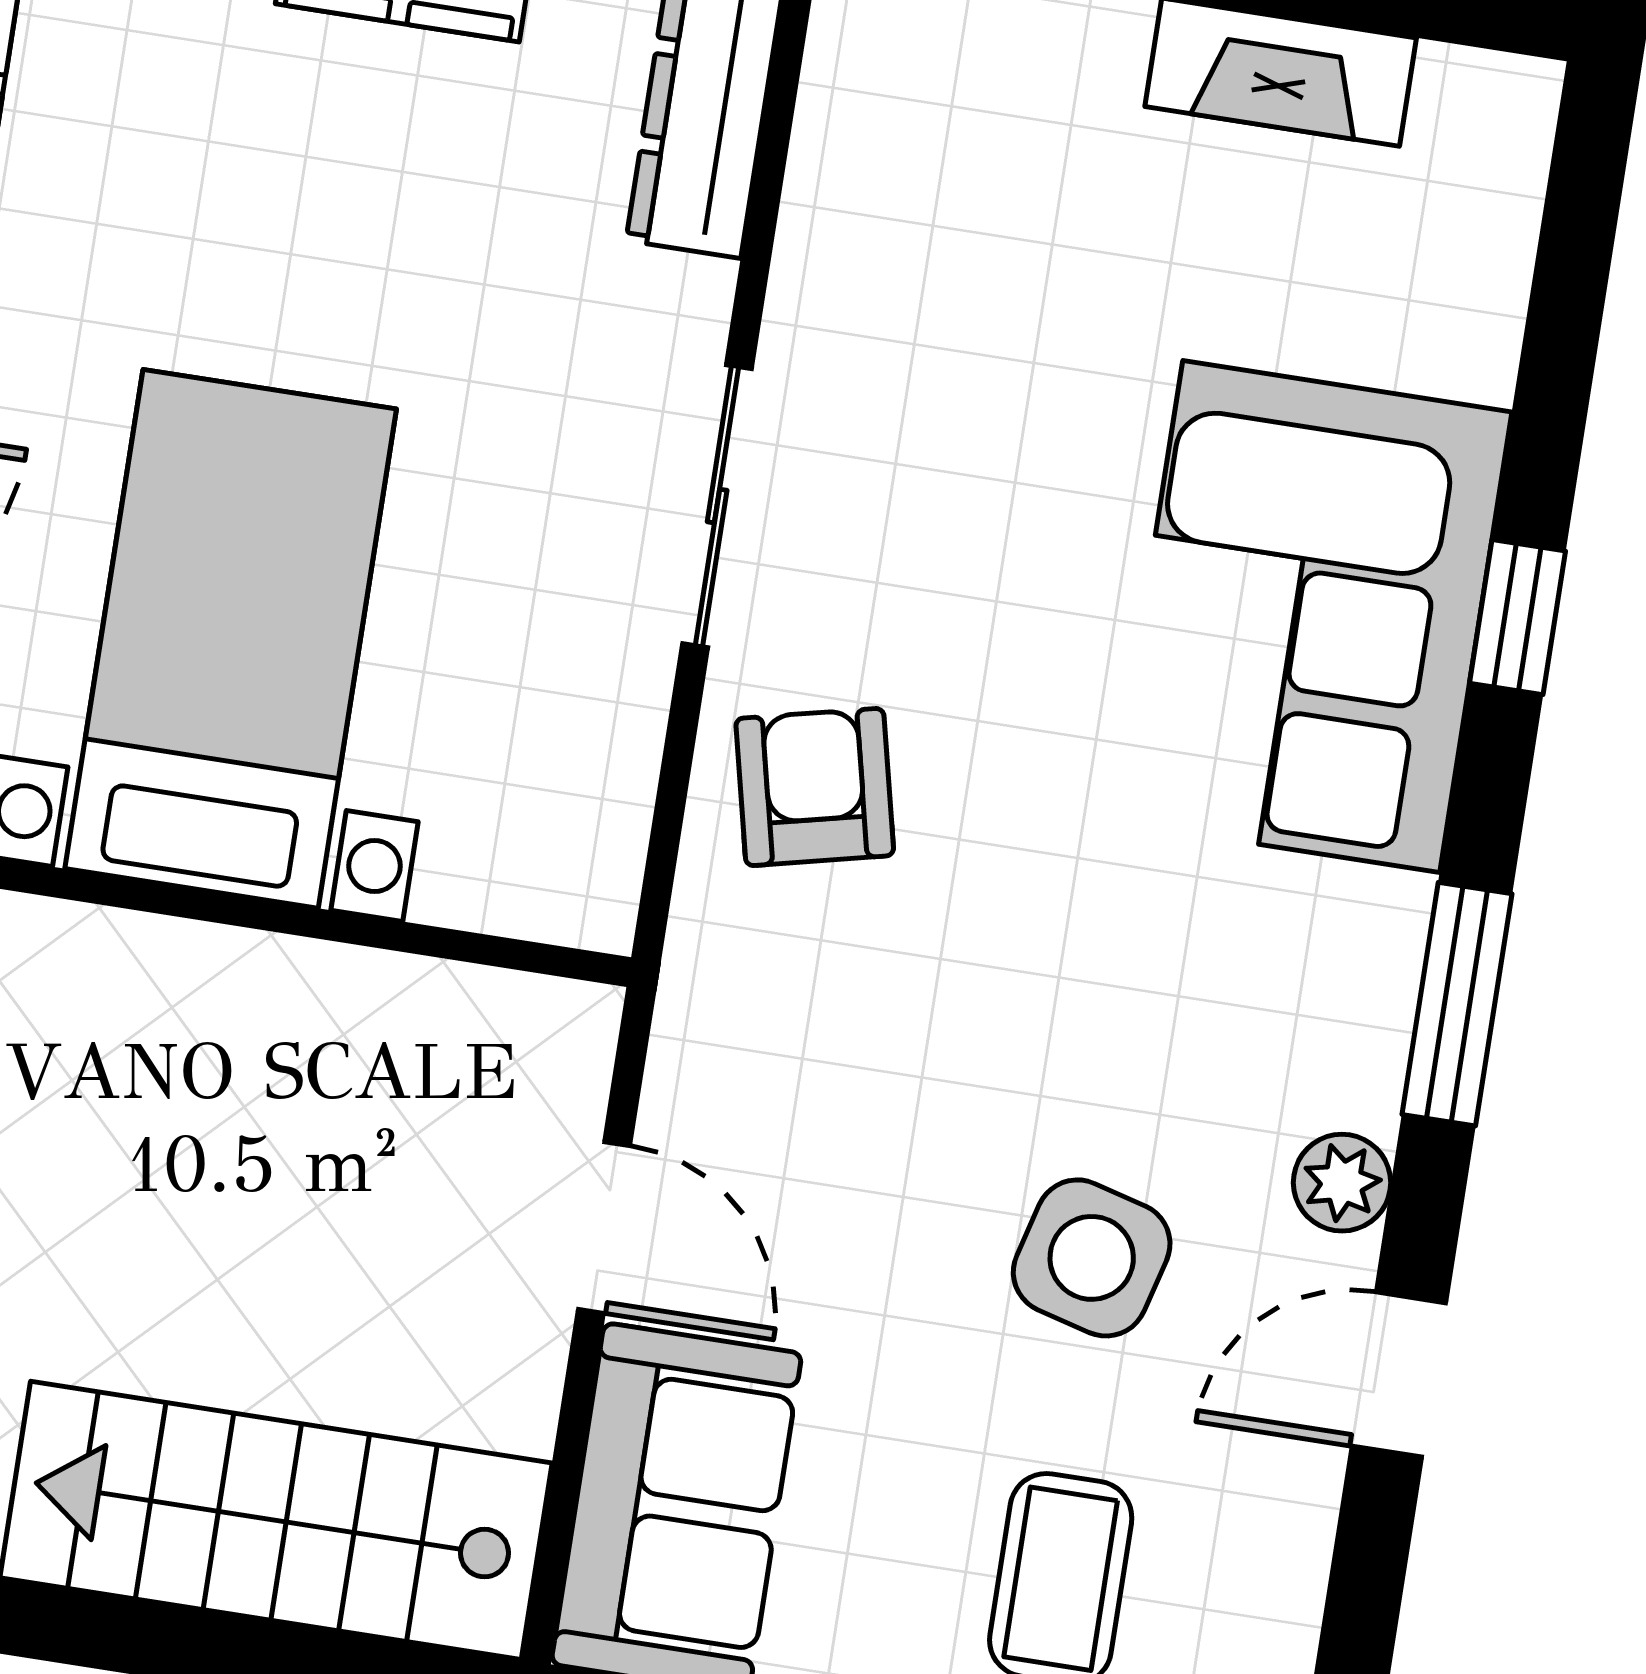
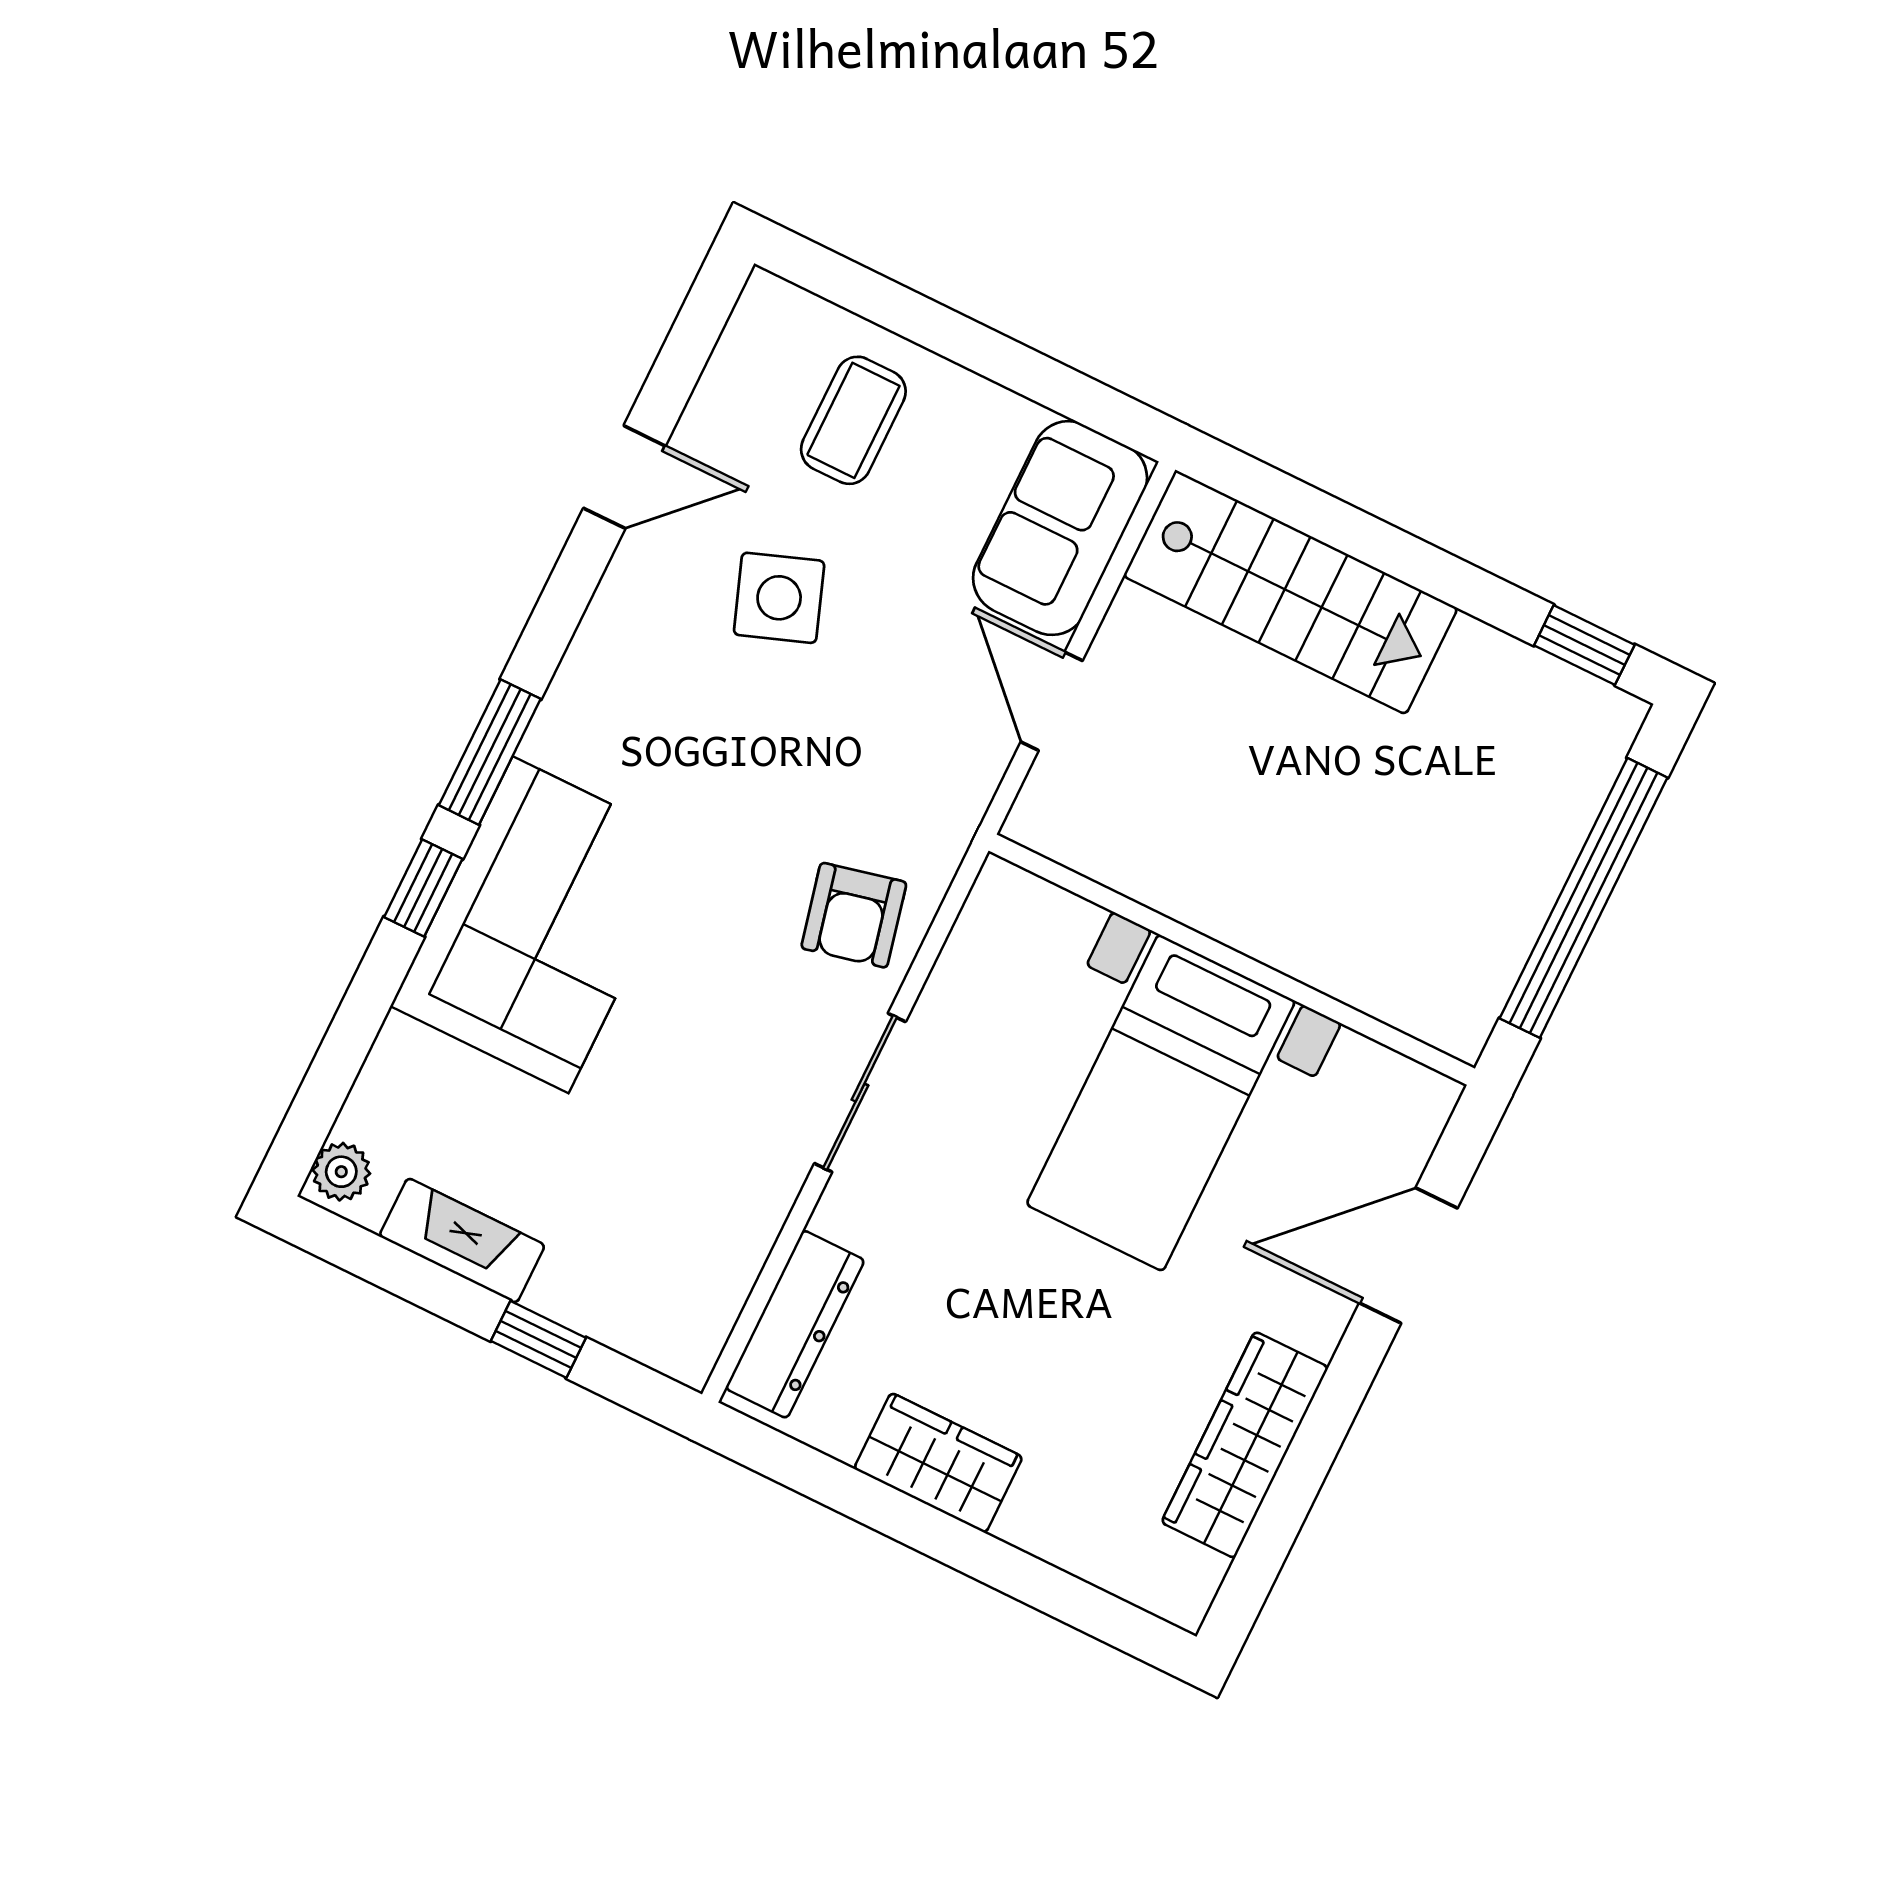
window: (1457, 1004) -> (490, 752), moved
plant: (1342, 1183) -> (341, 1172), moved
side table: (1092, 1258) -> (779, 598), turned -35

